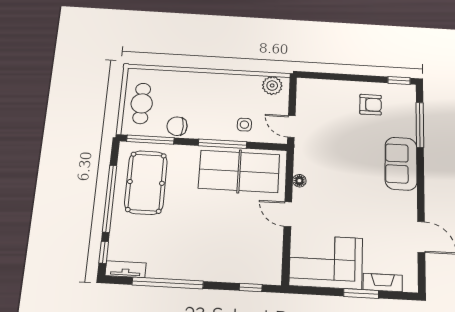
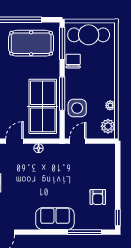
plant: (243, 81) -> (110, 105), added
cafe table: (142, 103) -> (89, 35), width x1.37, depth x1.35
side table: (244, 125) -> (77, 108), width x1.87, depth x1.87

